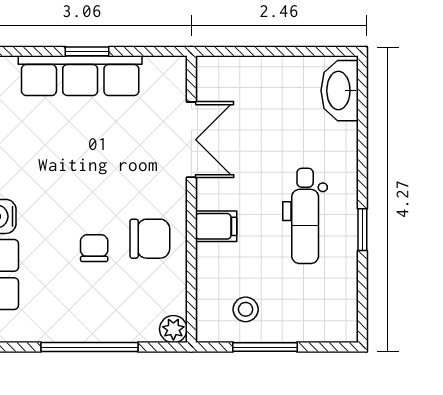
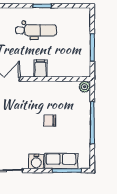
chair: (150, 239) -> (46, 97), removed
stool: (246, 309) -> (76, 56), removed

